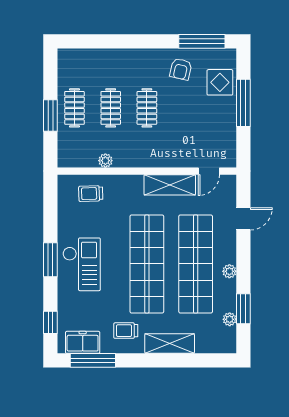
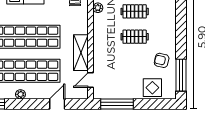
window: (243, 103) -> (117, 104), moved
door: (209, 171) -> (90, 80), hinge flipped
door: (243, 219) -> (57, 104), swing flipped

